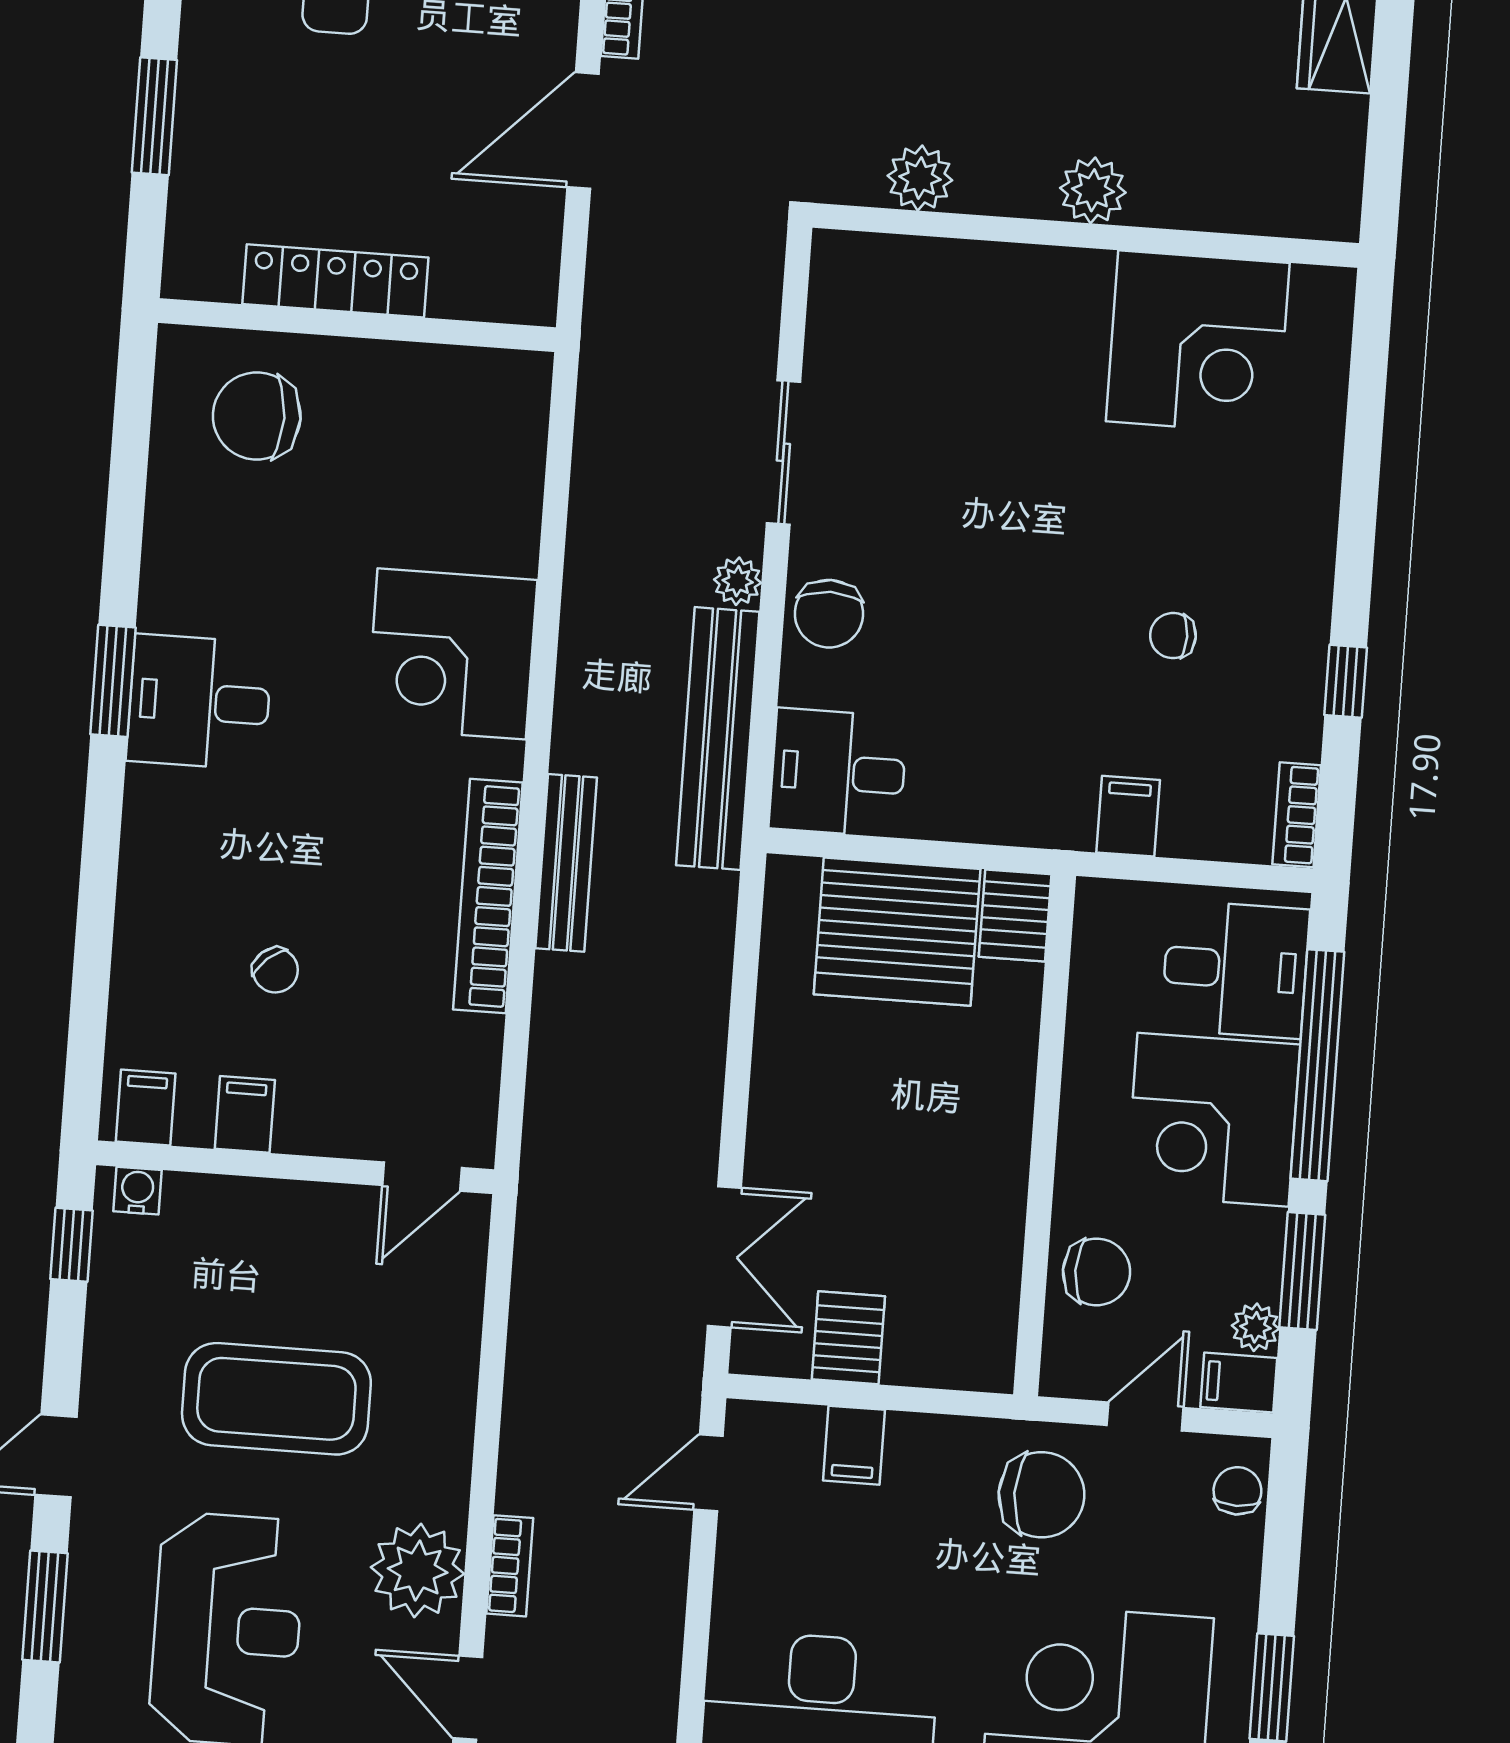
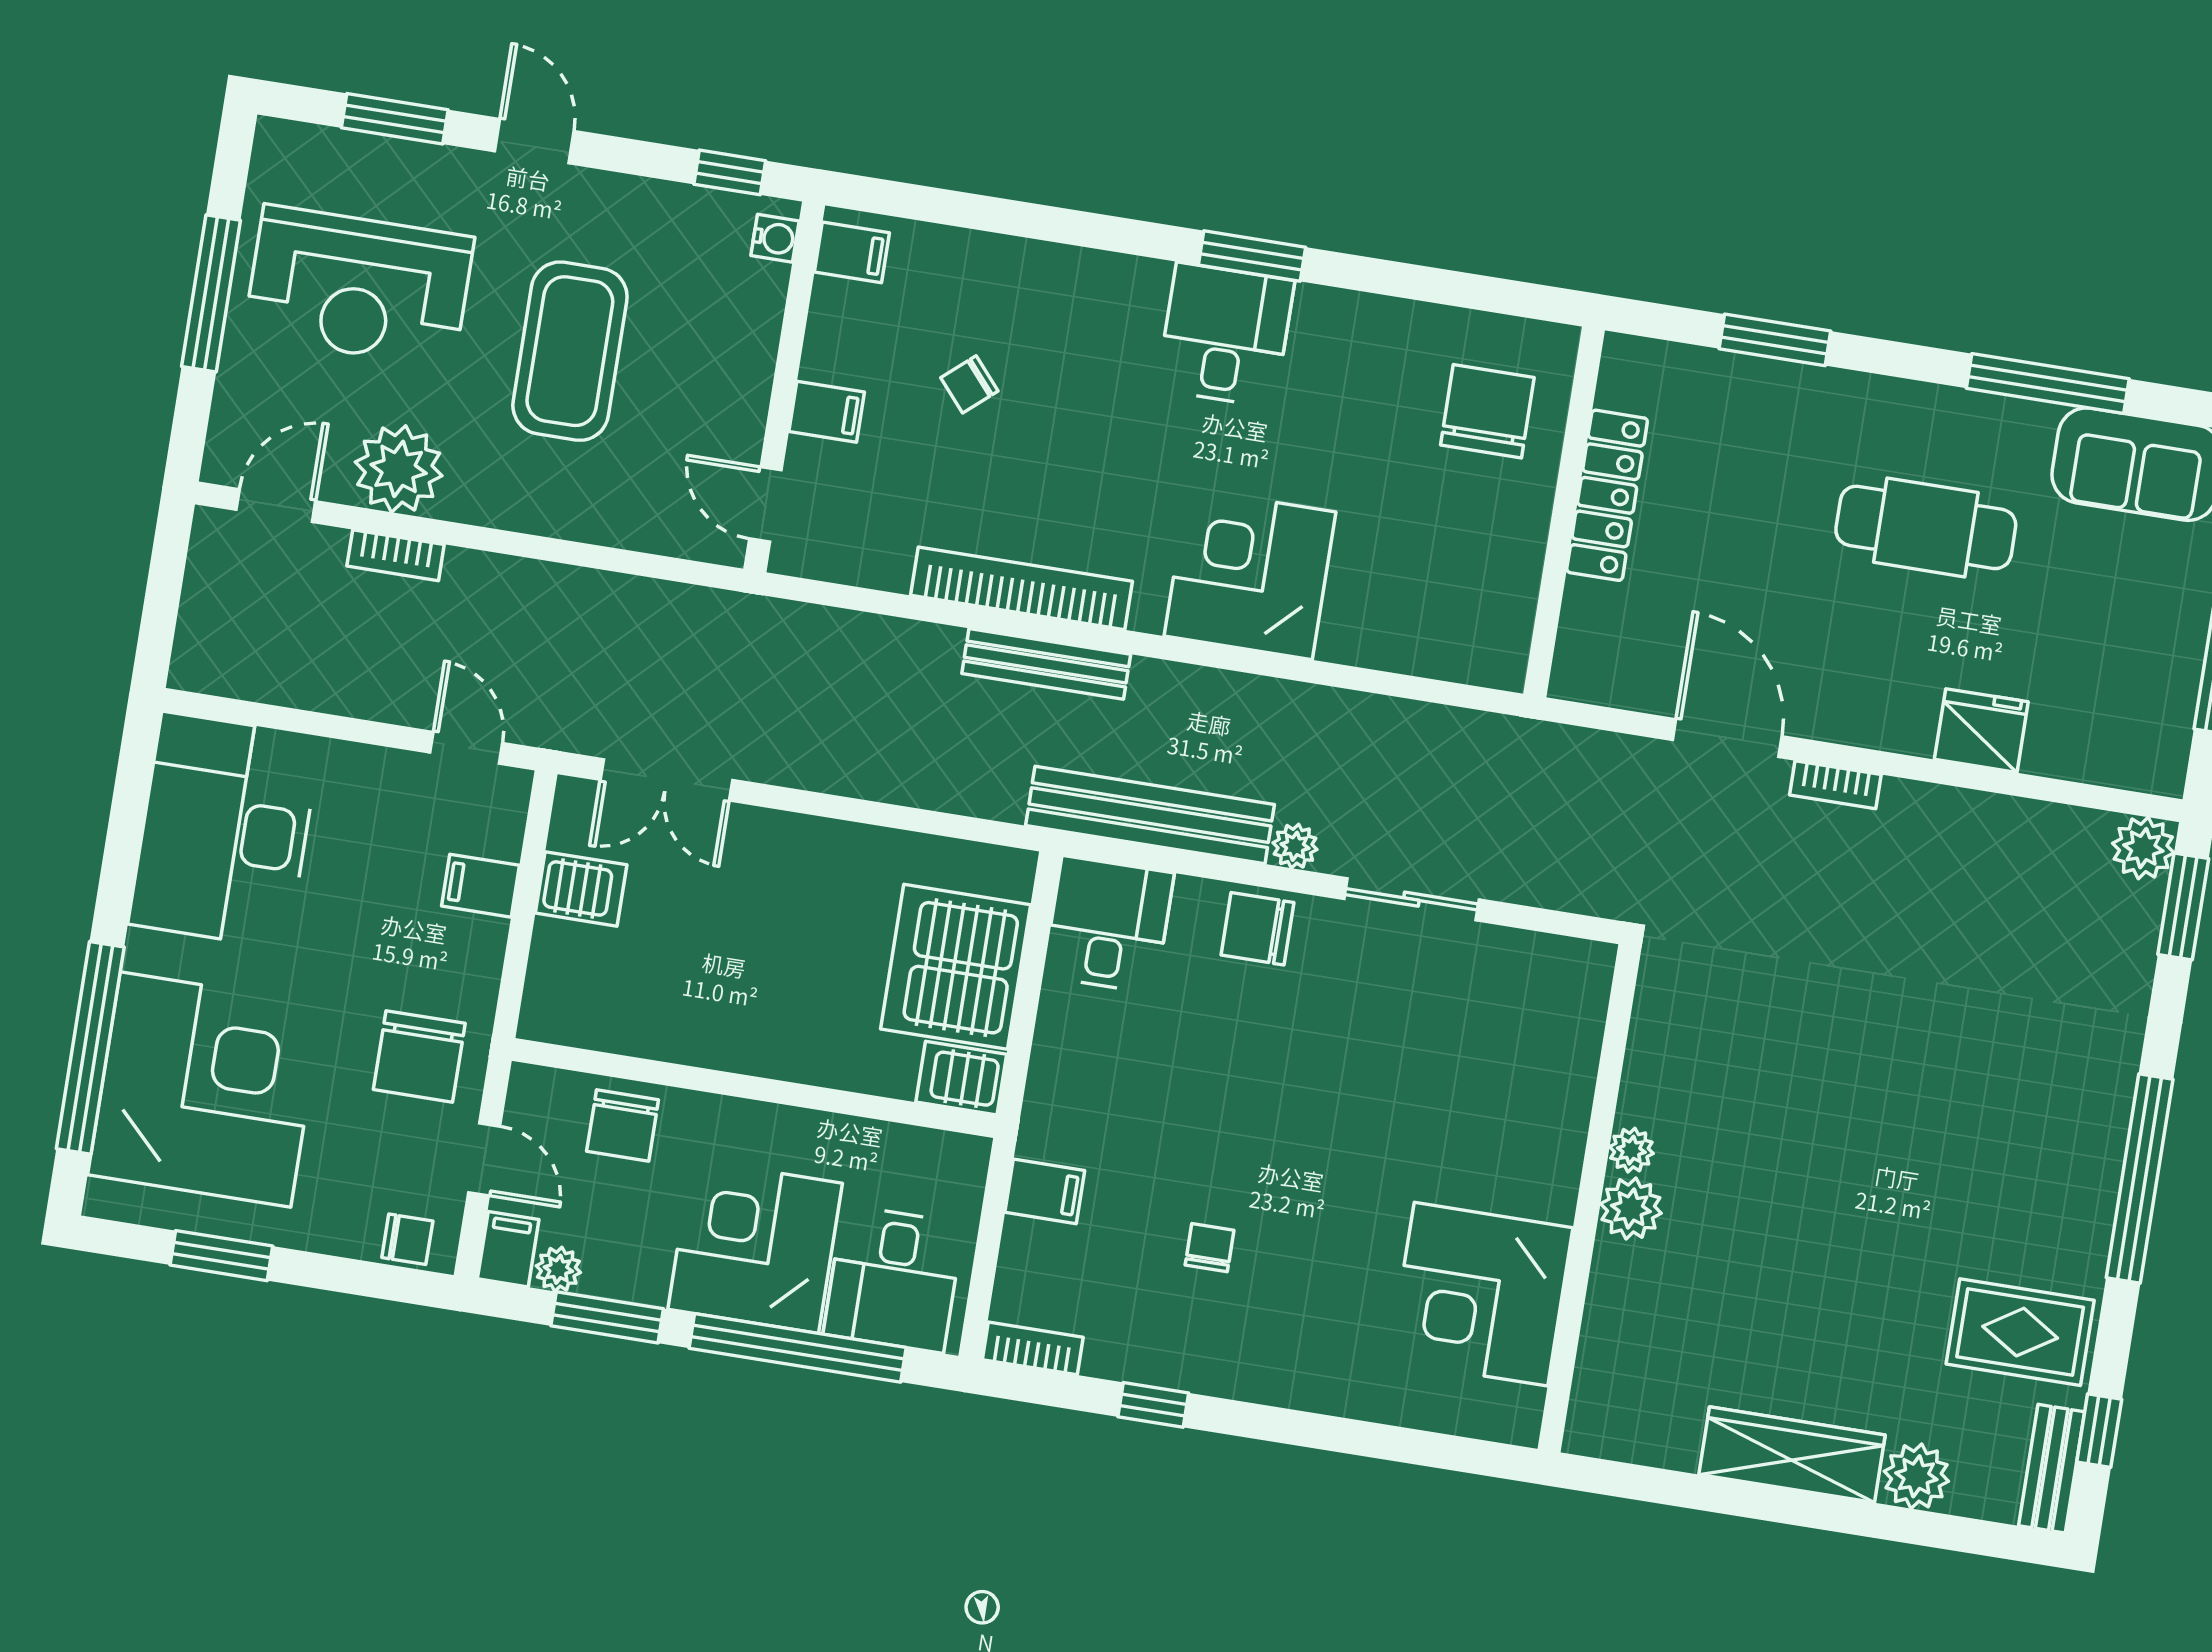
plant: (920, 178) -> (1631, 1150), moved, width x0.73, depth x0.73
filing cabinet: (245, 1114) -> (827, 412), moved

